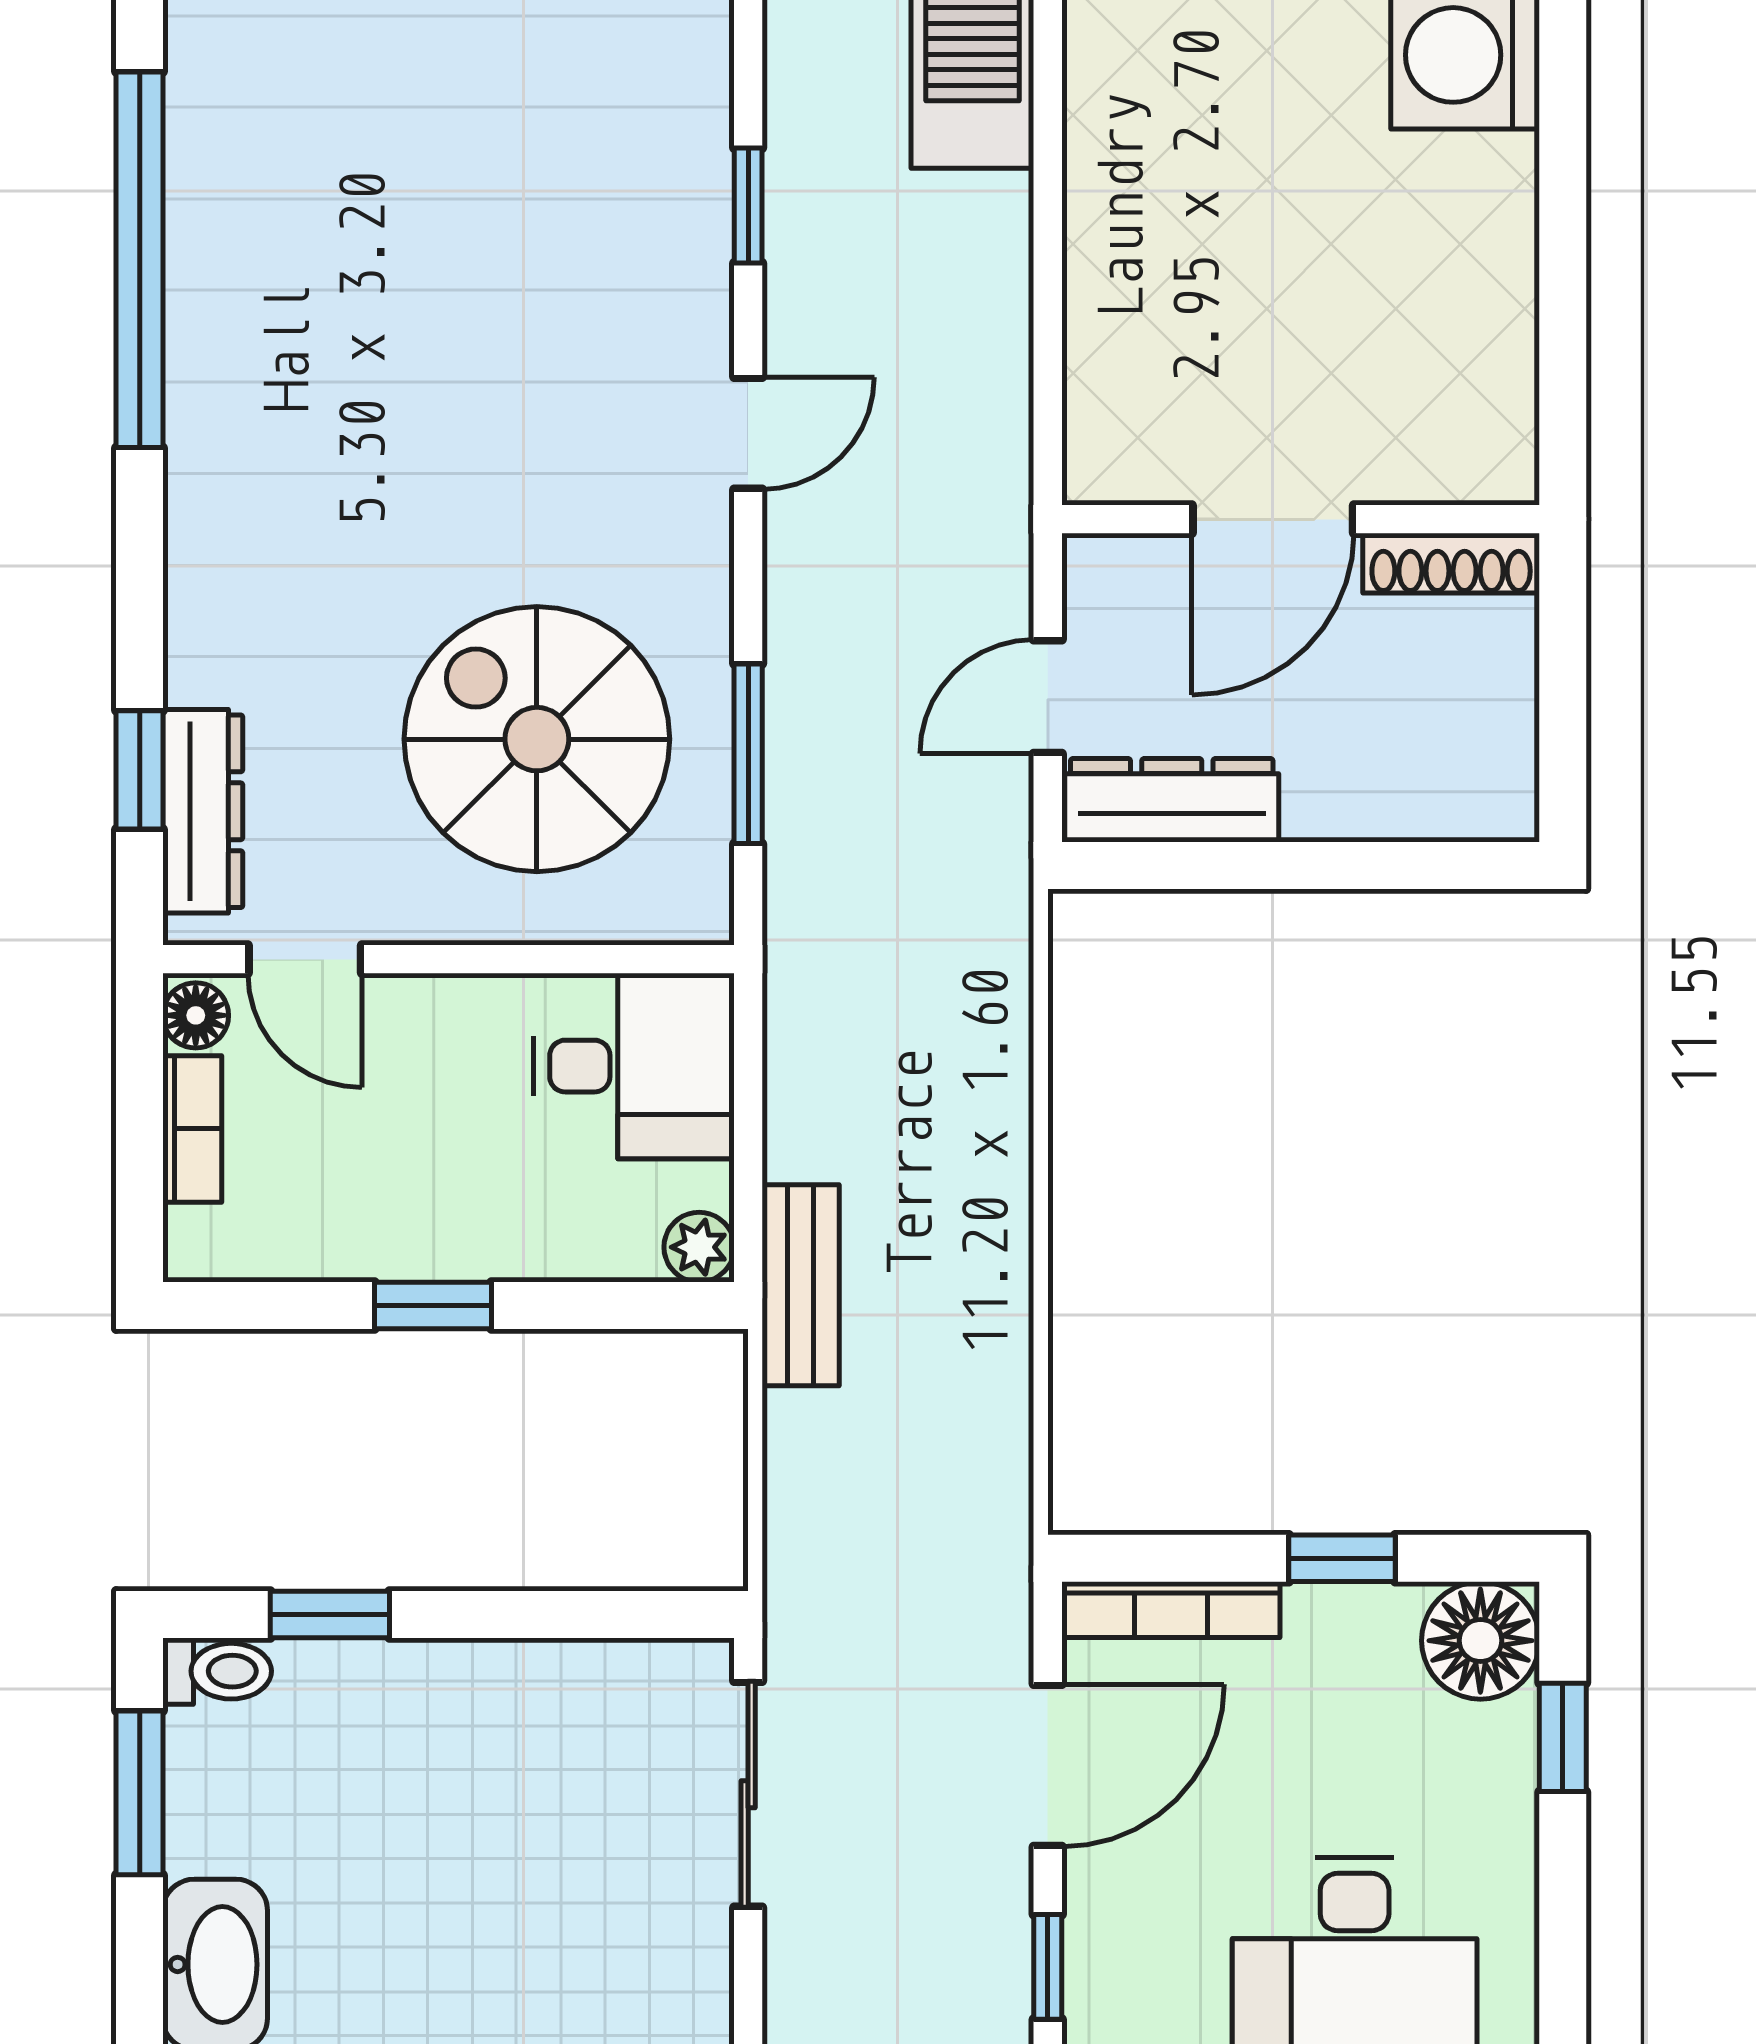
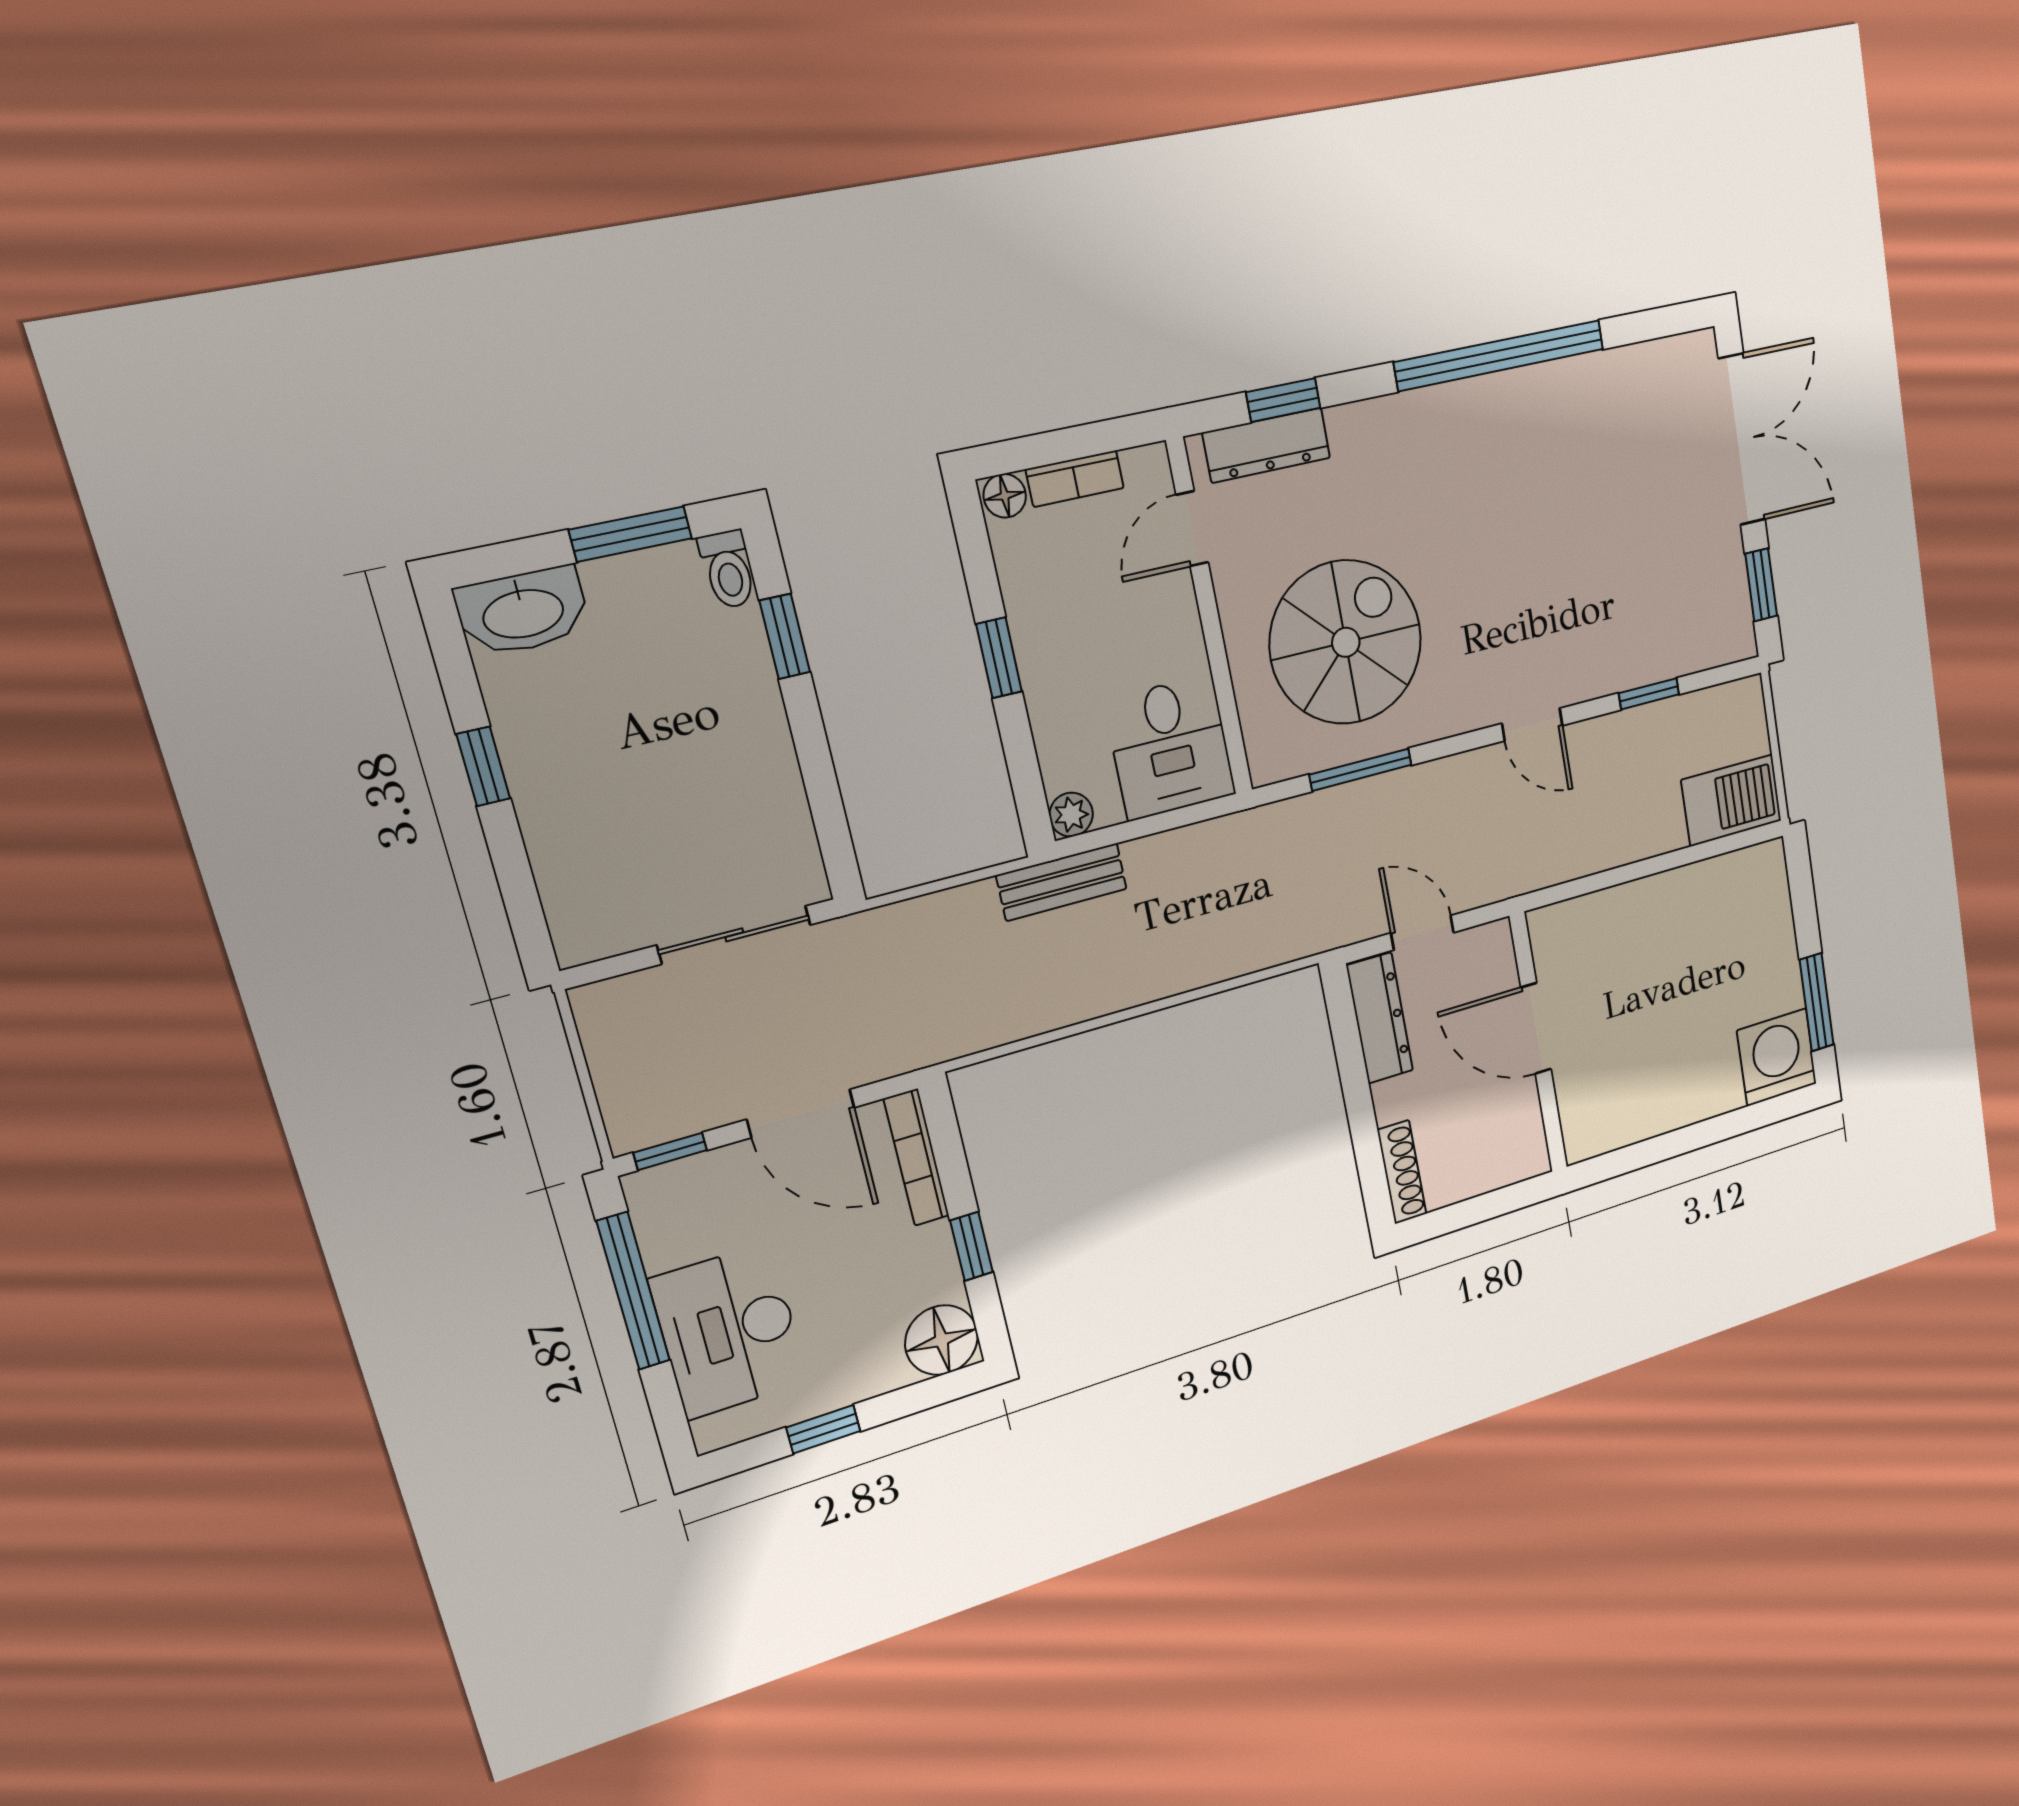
window: (140, 260) -> (1500, 356), moved
shoe rack: (1451, 563) -> (1402, 1172), moved, turned 180
floor lamp: (196, 1015) -> (1005, 496), moved
window: (1563, 1737) -> (823, 1429), moved

